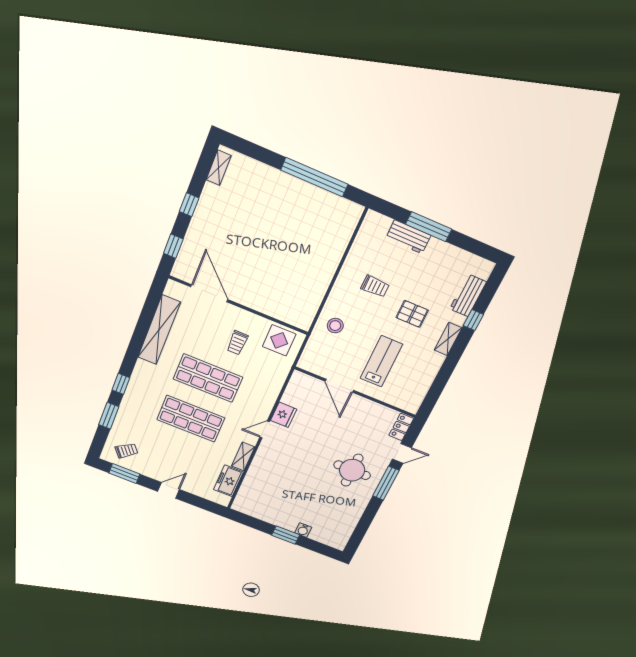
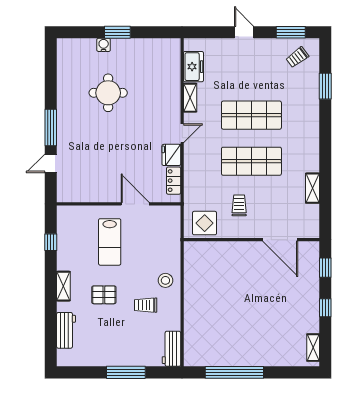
workbench: (408, 237) -> (171, 349), moved, turned -90
window: (473, 320) -> (51, 242), moved
stool: (335, 326) -> (165, 280), moved
shelving: (159, 330) -> (312, 188), width x0.45, depth x0.75
window: (121, 384) -> (325, 122), removed
locker: (401, 427) -> (174, 181), moved, turned 180
round table: (352, 470) -> (108, 93), moved
door: (169, 490) -> (244, 32), swing flipped

